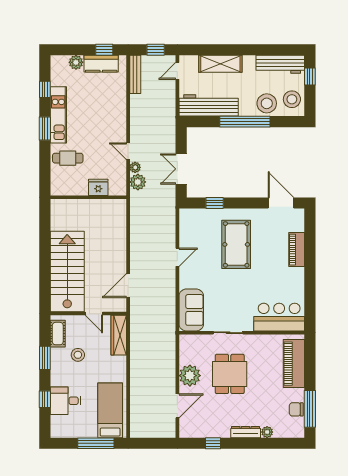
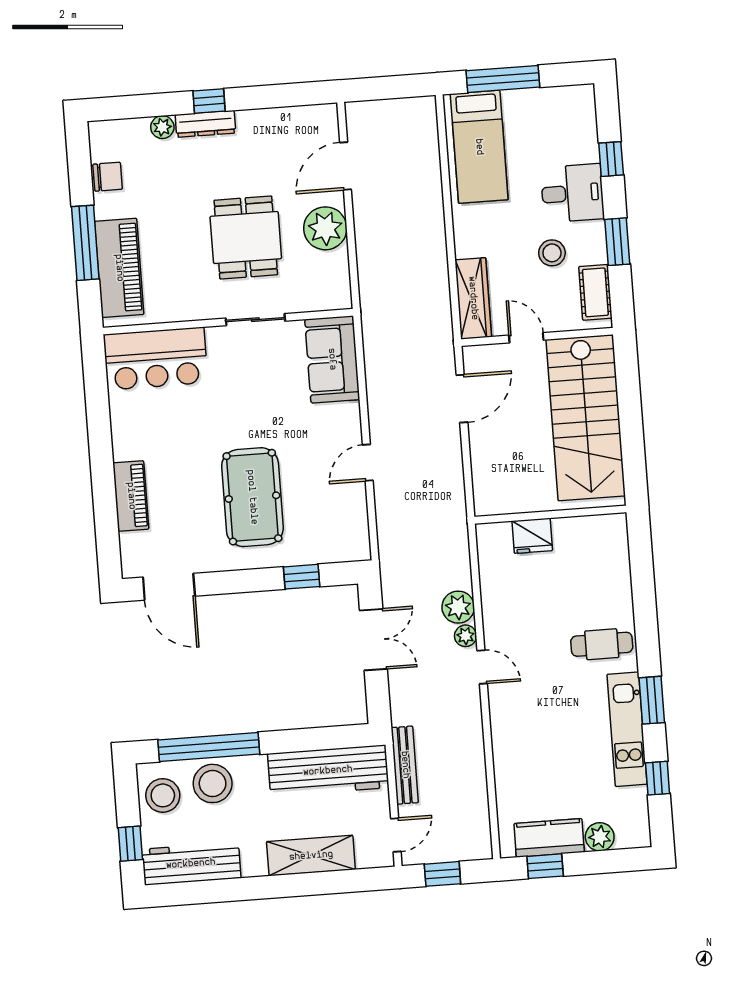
bench: (135, 74) -> (405, 765), moved
window: (245, 122) -> (209, 747), moved
fridge: (98, 187) -> (532, 536), moved
wall: (88, 197) -> (550, 515), moved
desk: (65, 401) -> (572, 193), moved
window: (310, 409) -> (85, 243), moved
window: (213, 443) -> (209, 101), moved

